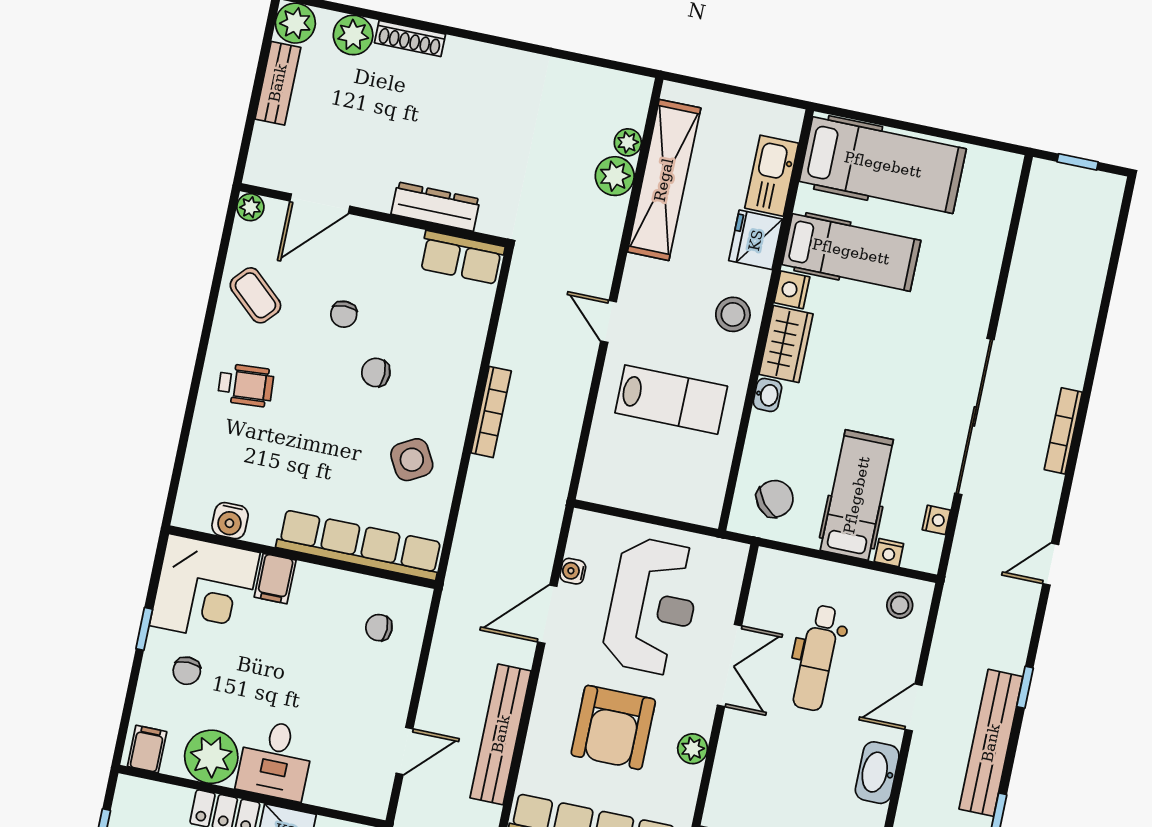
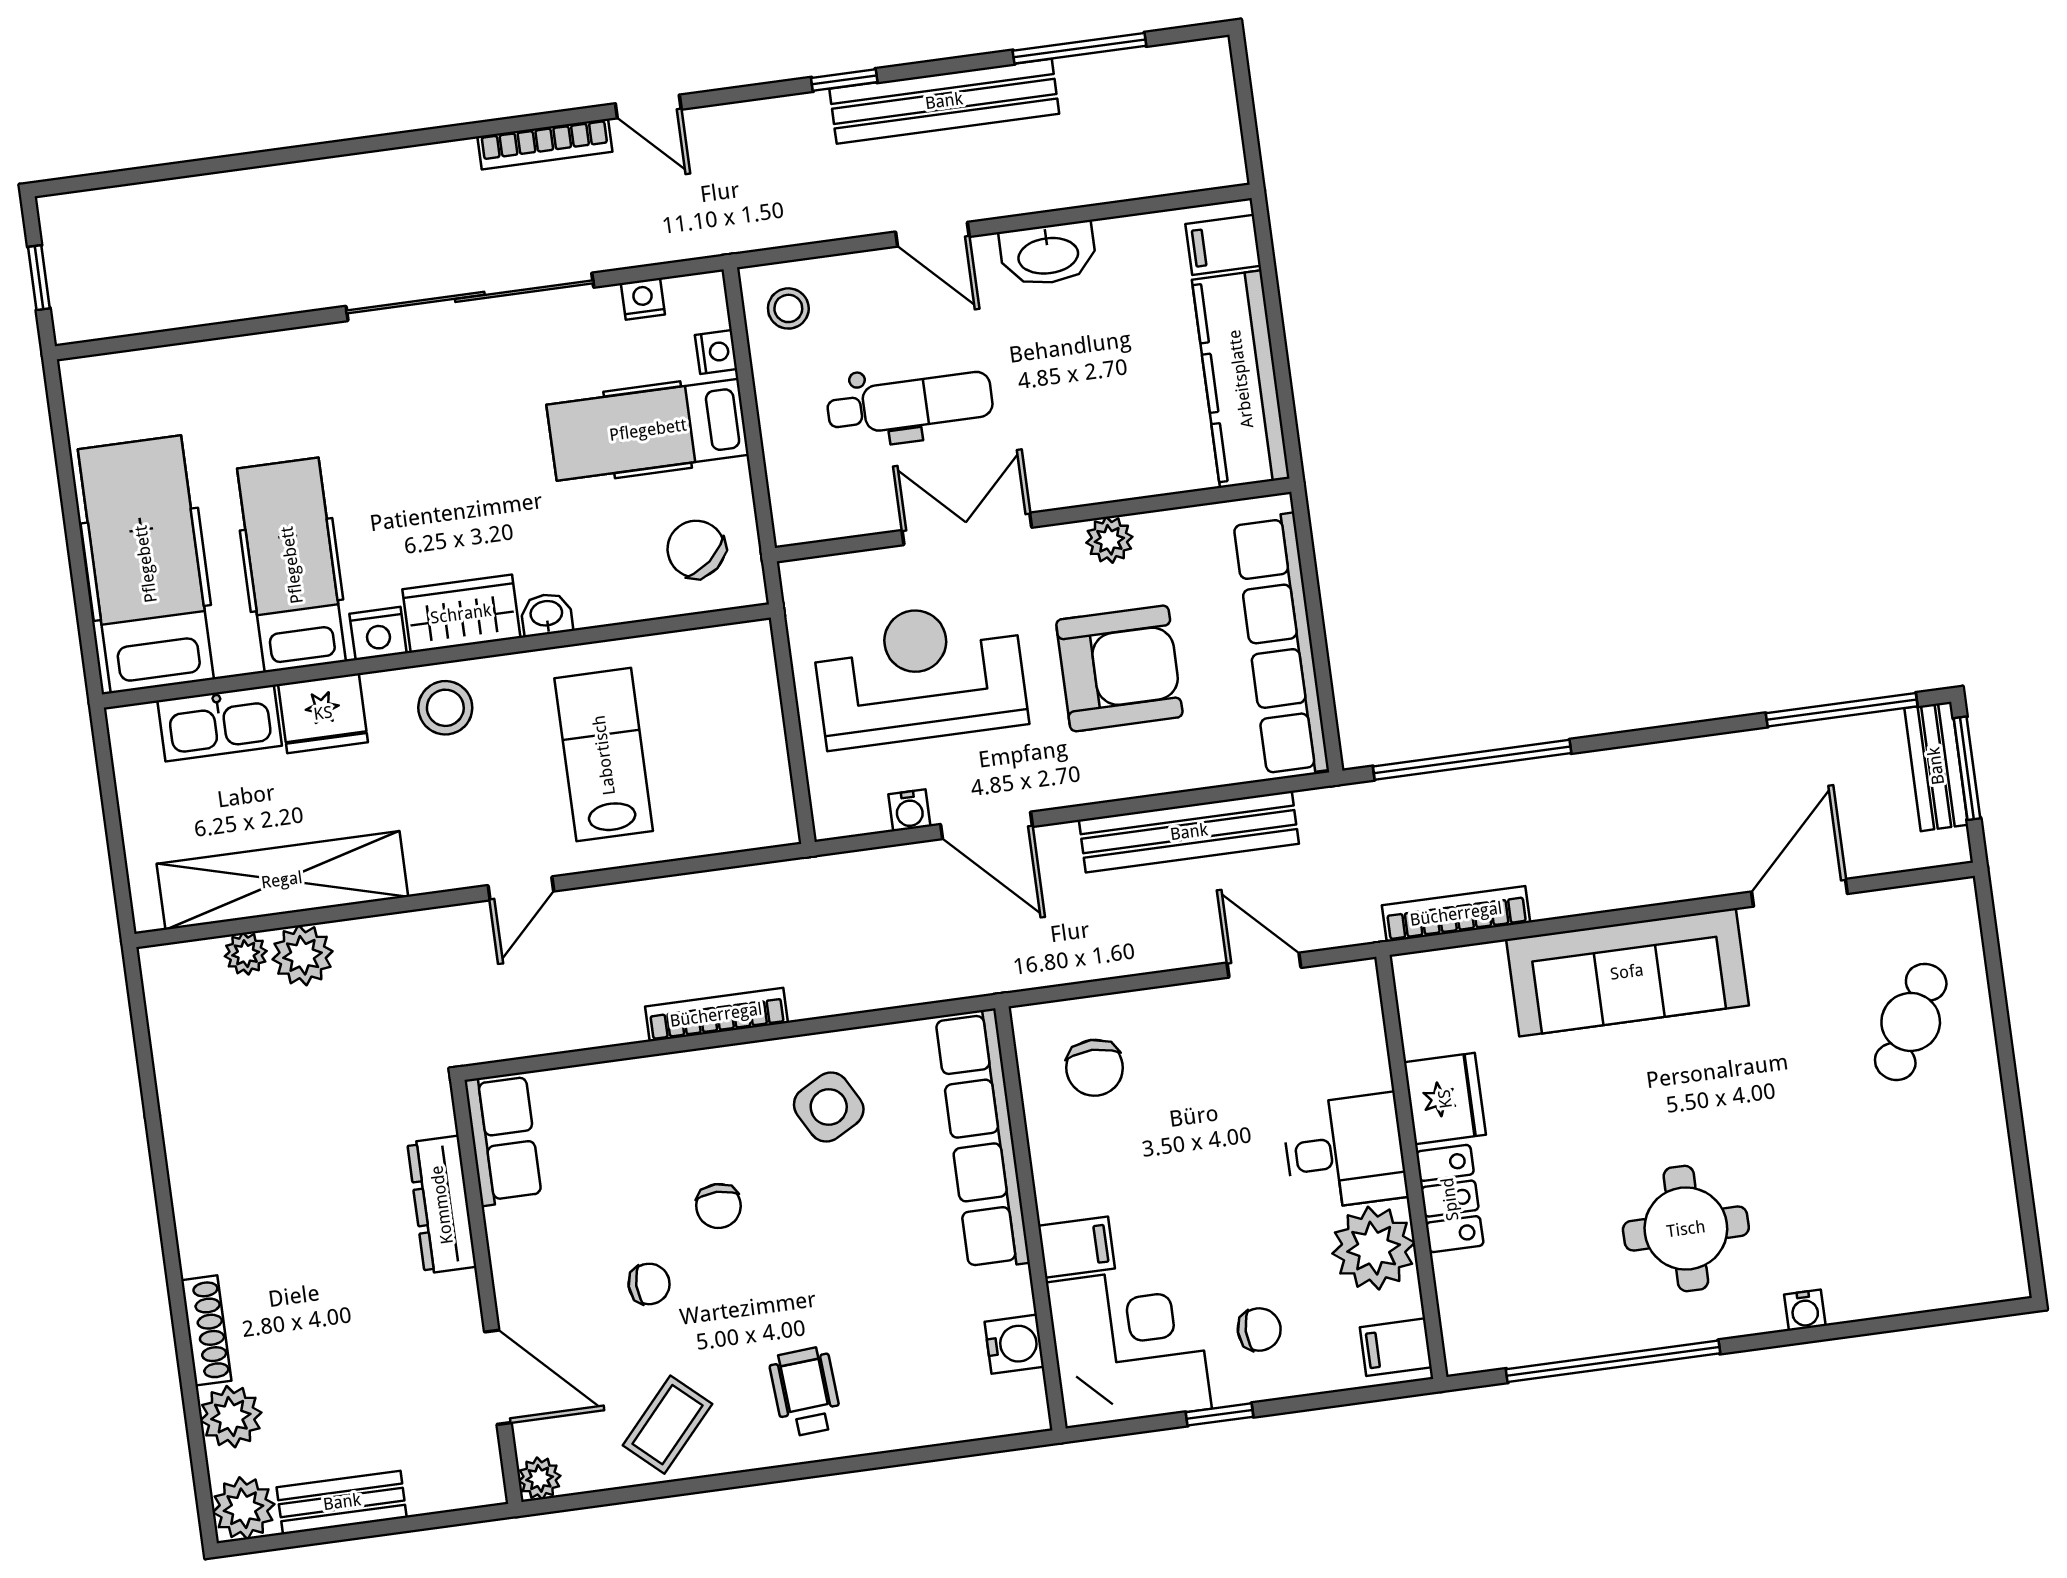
bookcase: (1063, 431) -> (545, 144), moved
chair: (379, 628) -> (1095, 1068), width x1.37, depth x1.37

